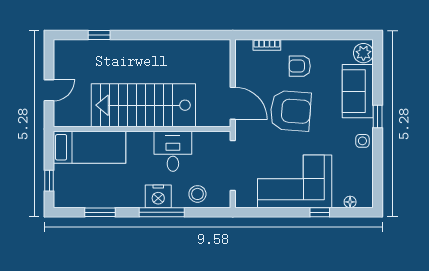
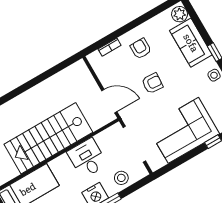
armchair: (300, 66) -> (141, 49), turned 90
armchair: (291, 111) -> (152, 83), width x0.53, depth x0.53

